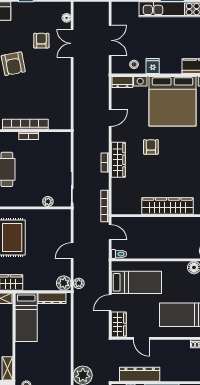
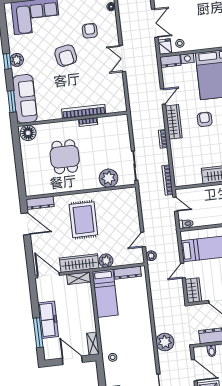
double door: (72, 43) -> (122, 58), moved
fridge: (153, 66) -> (165, 47), moved
wardrobe: (118, 160) -> (174, 122), moved
plant: (48, 202) -> (109, 178), width x1.87, depth x1.87
door: (72, 251) -> (143, 240), moved
plant: (64, 283) -> (106, 261), moved

